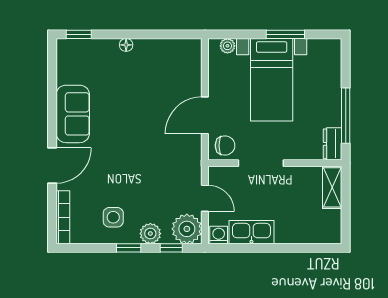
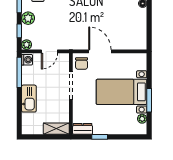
plant: (227, 46) -> (142, 119), moved
window: (346, 116) -> (100, 137), width x0.46
plant: (187, 229) -> (27, 45), width x0.53, depth x0.53
kitchen sink: (251, 232) -> (29, 99), moved
window: (240, 248) -> (19, 72), added

